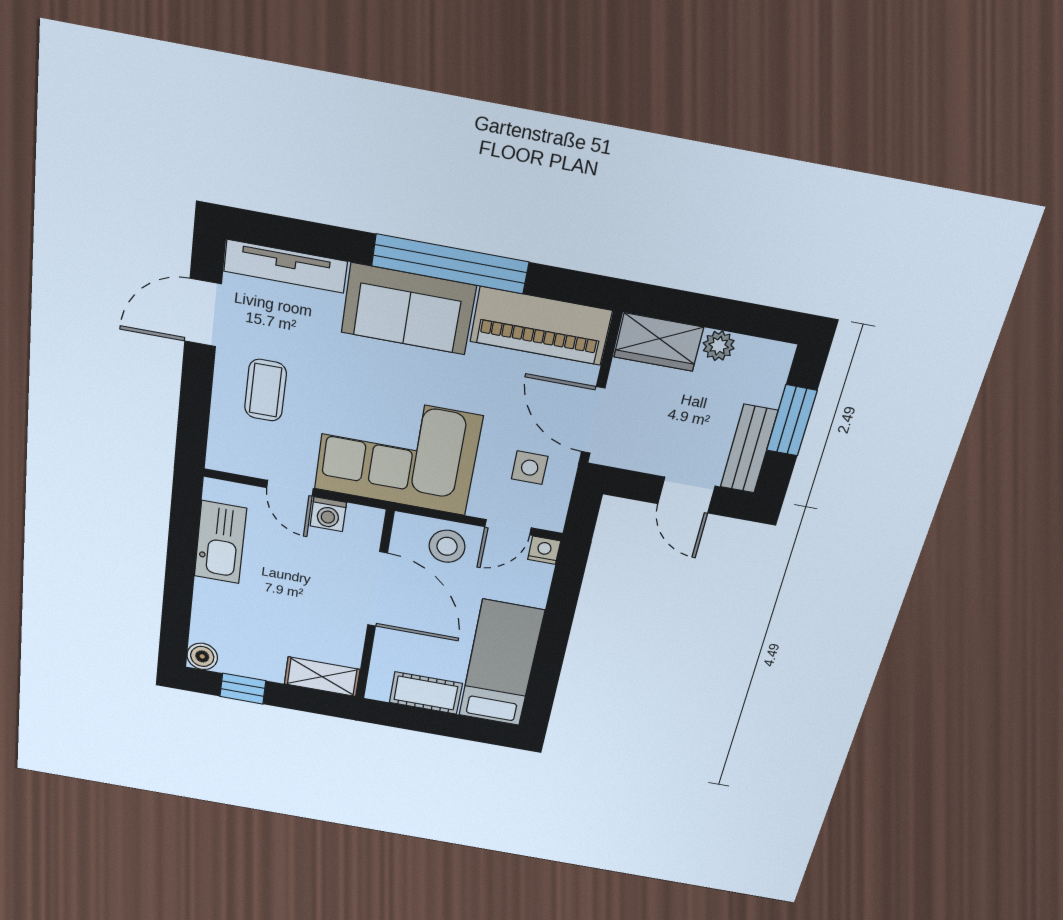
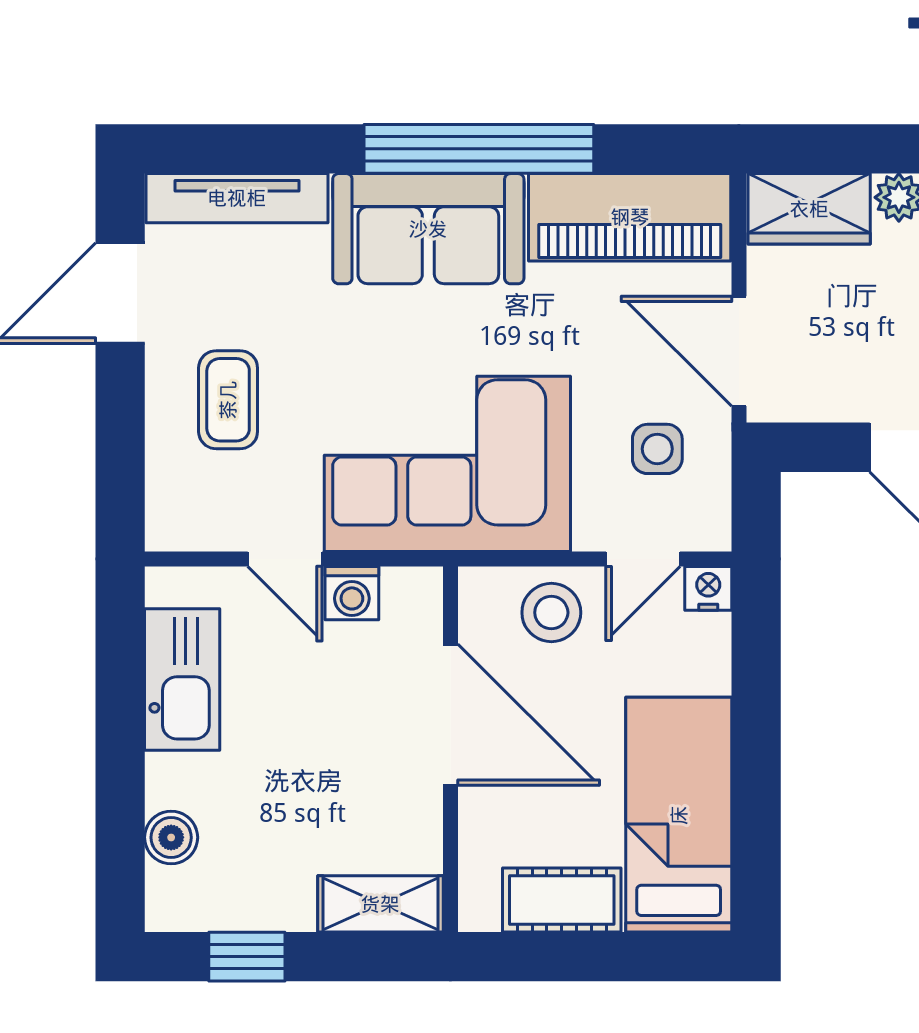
boiler: (202, 656) -> (171, 837), moved

